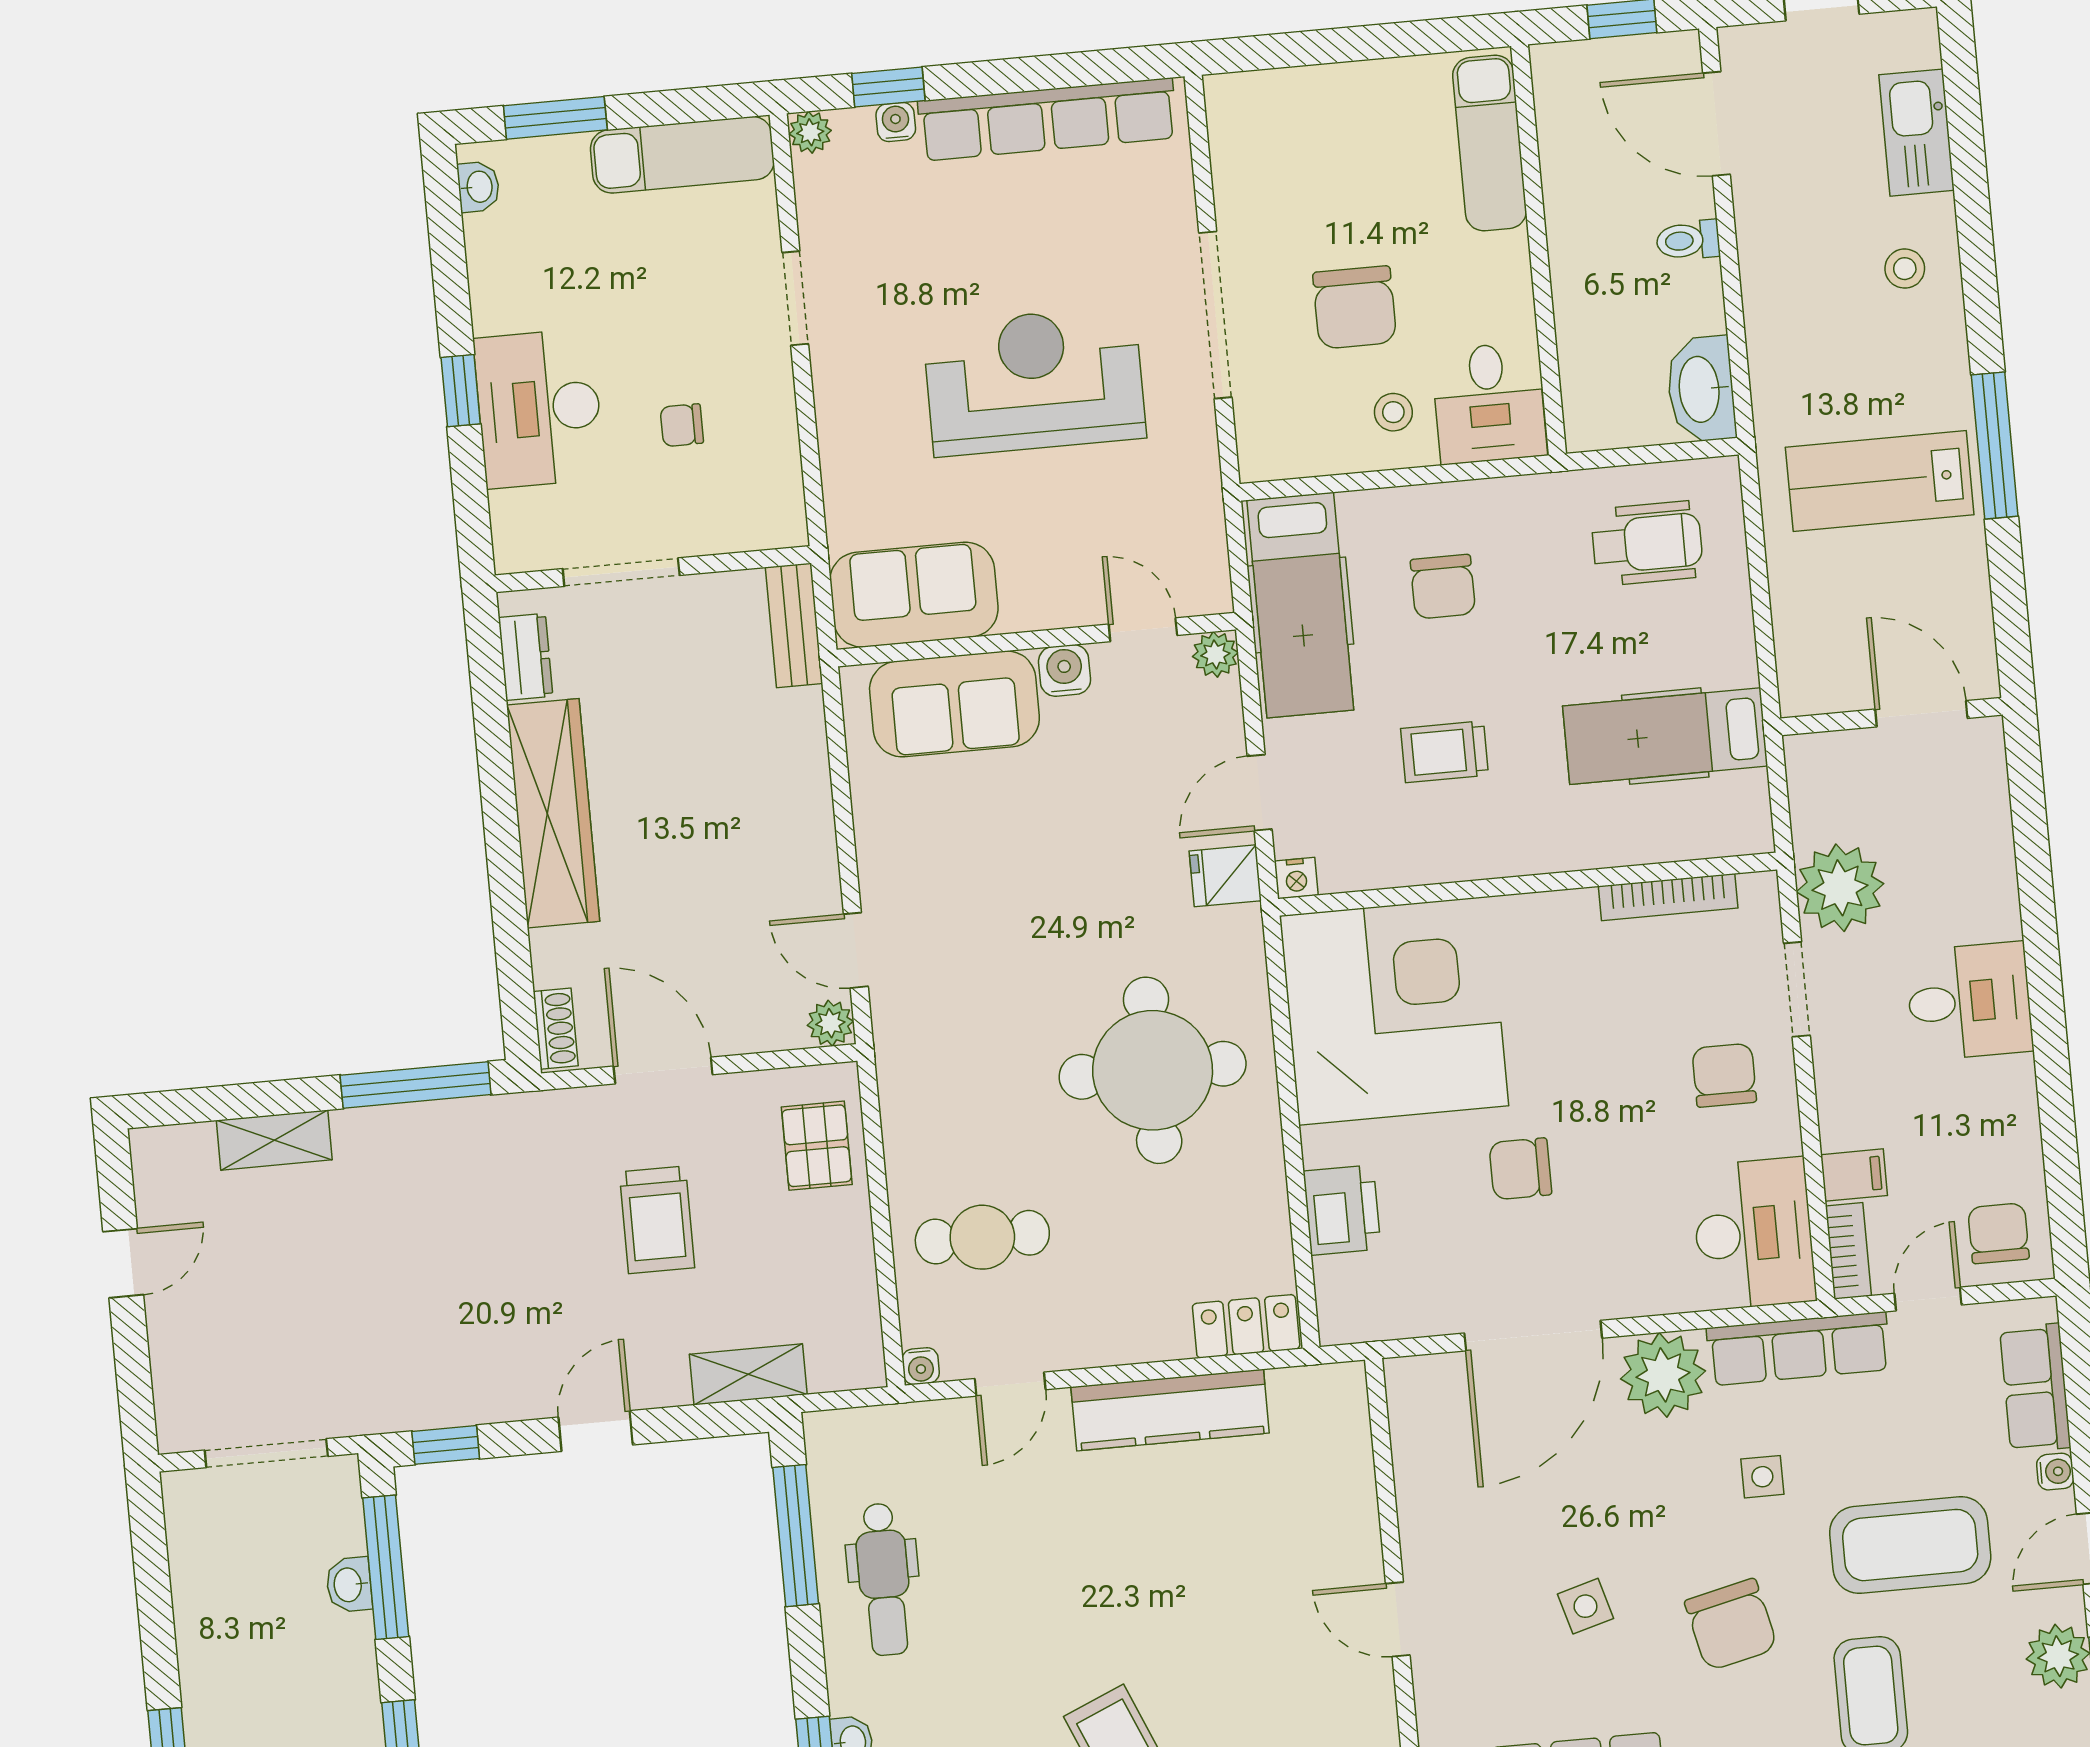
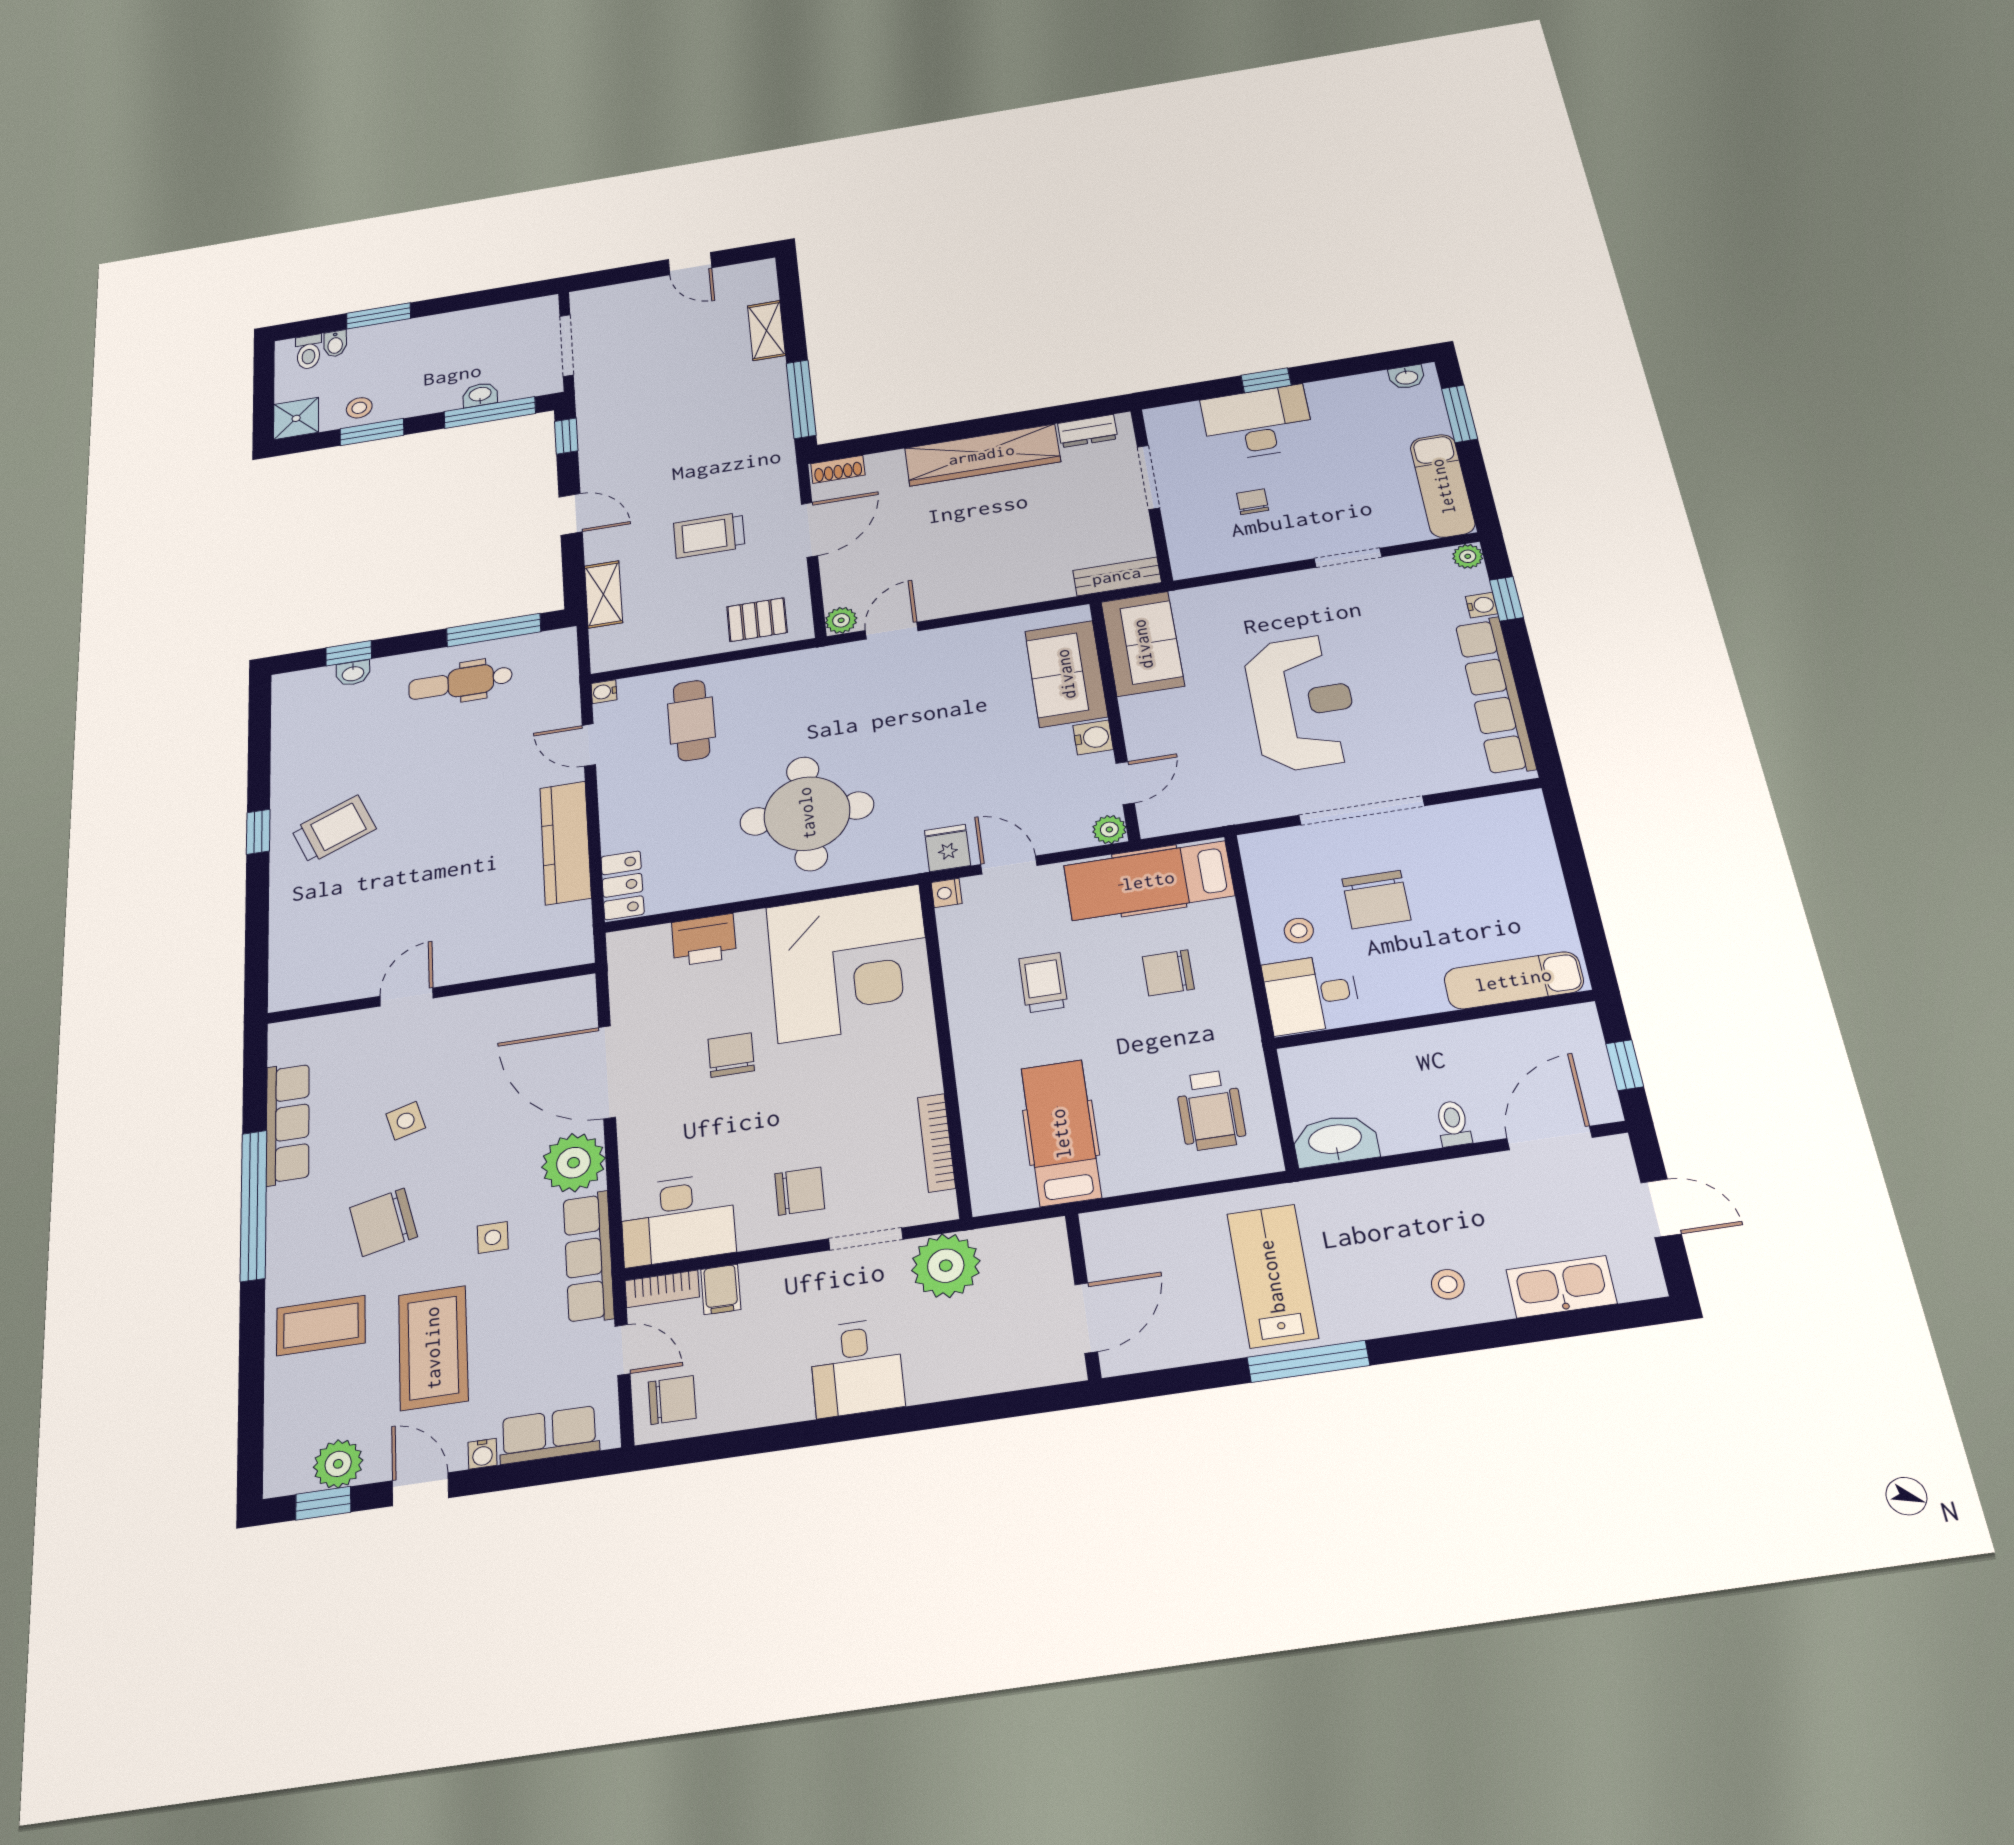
chair: (1355, 307) -> (1376, 899), turned -90

